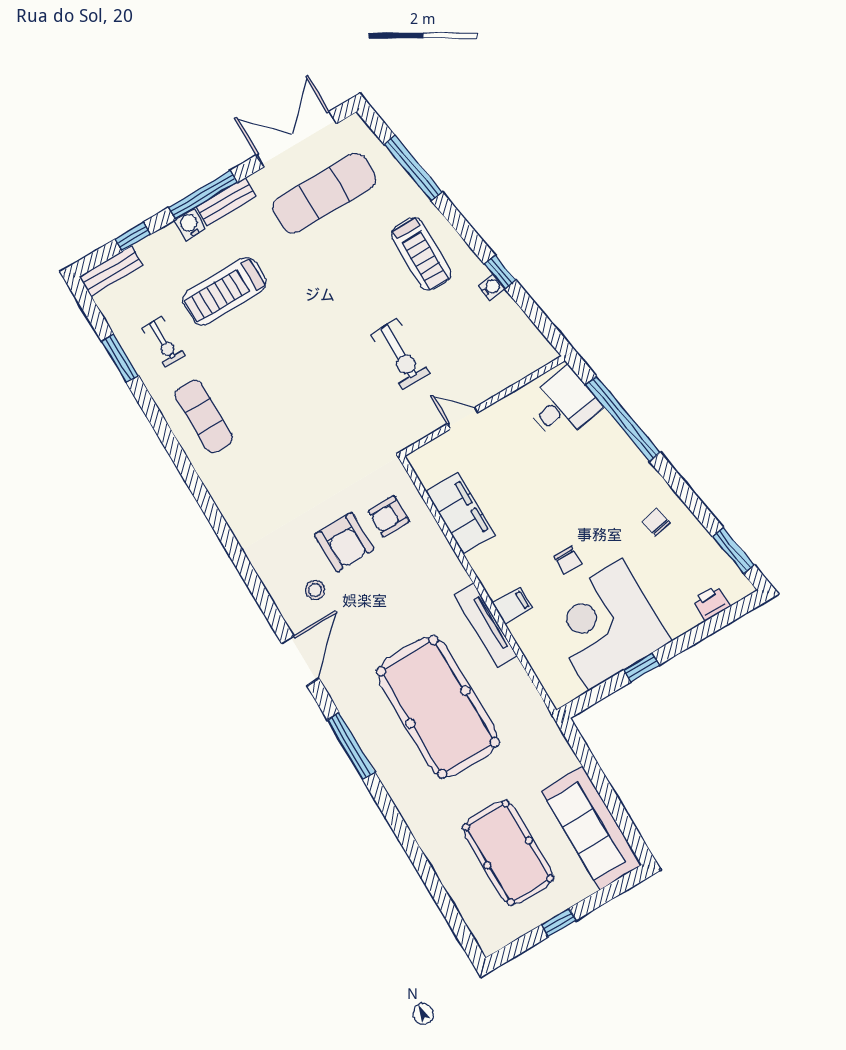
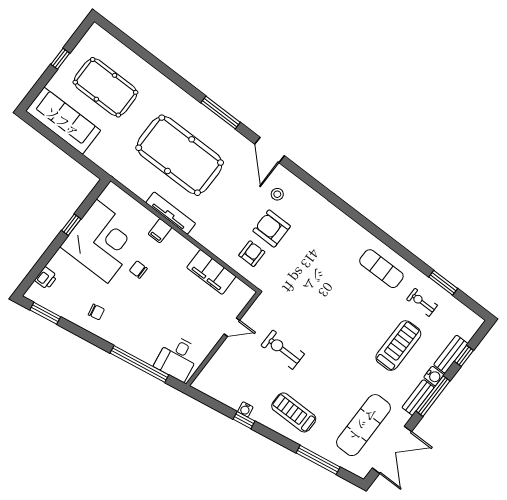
bench: (111, 271) -> (451, 354), moved

